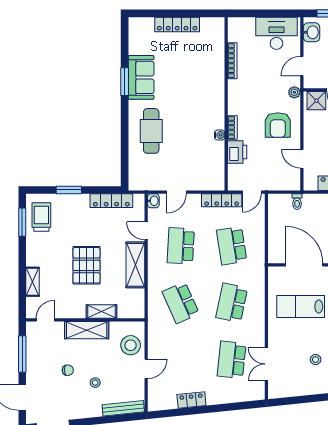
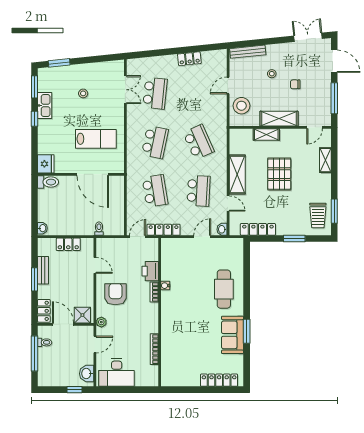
locker: (177, 24) -> (219, 380), moved

